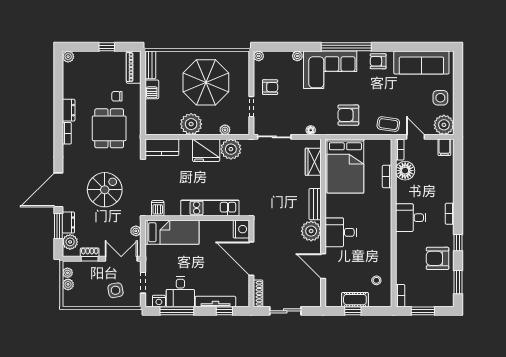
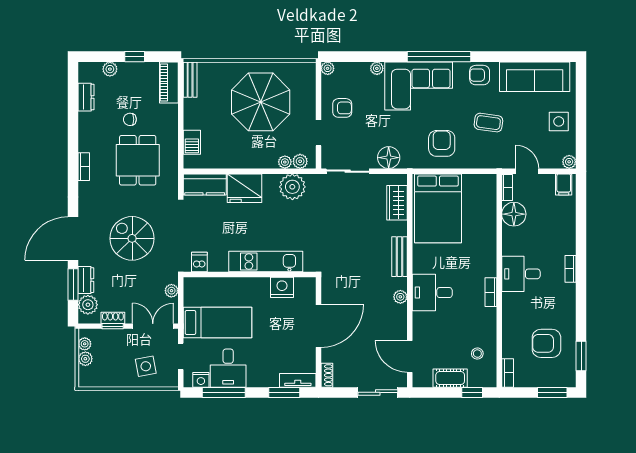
plant: (68, 57) -> (110, 69), moved
barbecue: (152, 89) -> (192, 142), moved
chair: (117, 96) -> (130, 119), moved
dresser: (69, 110) -> (86, 97), moved
armchair: (348, 115) -> (442, 143), turned 90
plant: (191, 124) -> (300, 161), moved, width x0.53, depth x0.53
coffee table: (388, 124) -> (488, 123), moved
plant: (444, 125) -> (569, 162), width x0.53, depth x0.53
floor lamp: (311, 130) -> (389, 158), width x1.89, depth x1.89
fridge: (206, 150) -> (245, 188), moved
bookcase: (387, 176) -> (491, 292), moved
spiral stairs: (105, 190) -> (132, 238), turned -90
nightstand: (241, 229) -> (282, 287), moved, turned -90
plant: (311, 231) -> (400, 297), width x0.53, depth x0.53
bed: (172, 232) -> (217, 322), moved
window: (458, 243) -> (581, 306), removed
armchair: (438, 258) -> (546, 343), moved
door: (251, 259) -> (318, 326), swing flipped
door: (323, 266) -> (410, 356), moved
shoe rack: (258, 293) -> (327, 375), width x0.70
tv unit: (215, 301) -> (298, 380), moved, width x0.71
window: (224, 311) -> (284, 392), width x1.50
sliding door: (285, 311) -> (378, 392), moved
window: (353, 311) -> (472, 392), moved
window: (423, 311) -> (552, 392), moved

